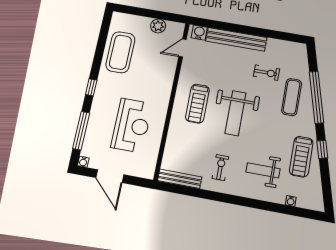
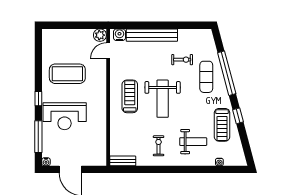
plant: (158, 26) -> (100, 35), moved
coffee table: (120, 52) -> (67, 74), moved, turned 90
treadmill: (197, 104) -> (130, 96), turned 180
reception desk: (132, 125) -> (65, 116), moved, turned 90
weight bench: (263, 170) -> (193, 142), turned 180
bench: (180, 179) -> (123, 161), width x0.73

